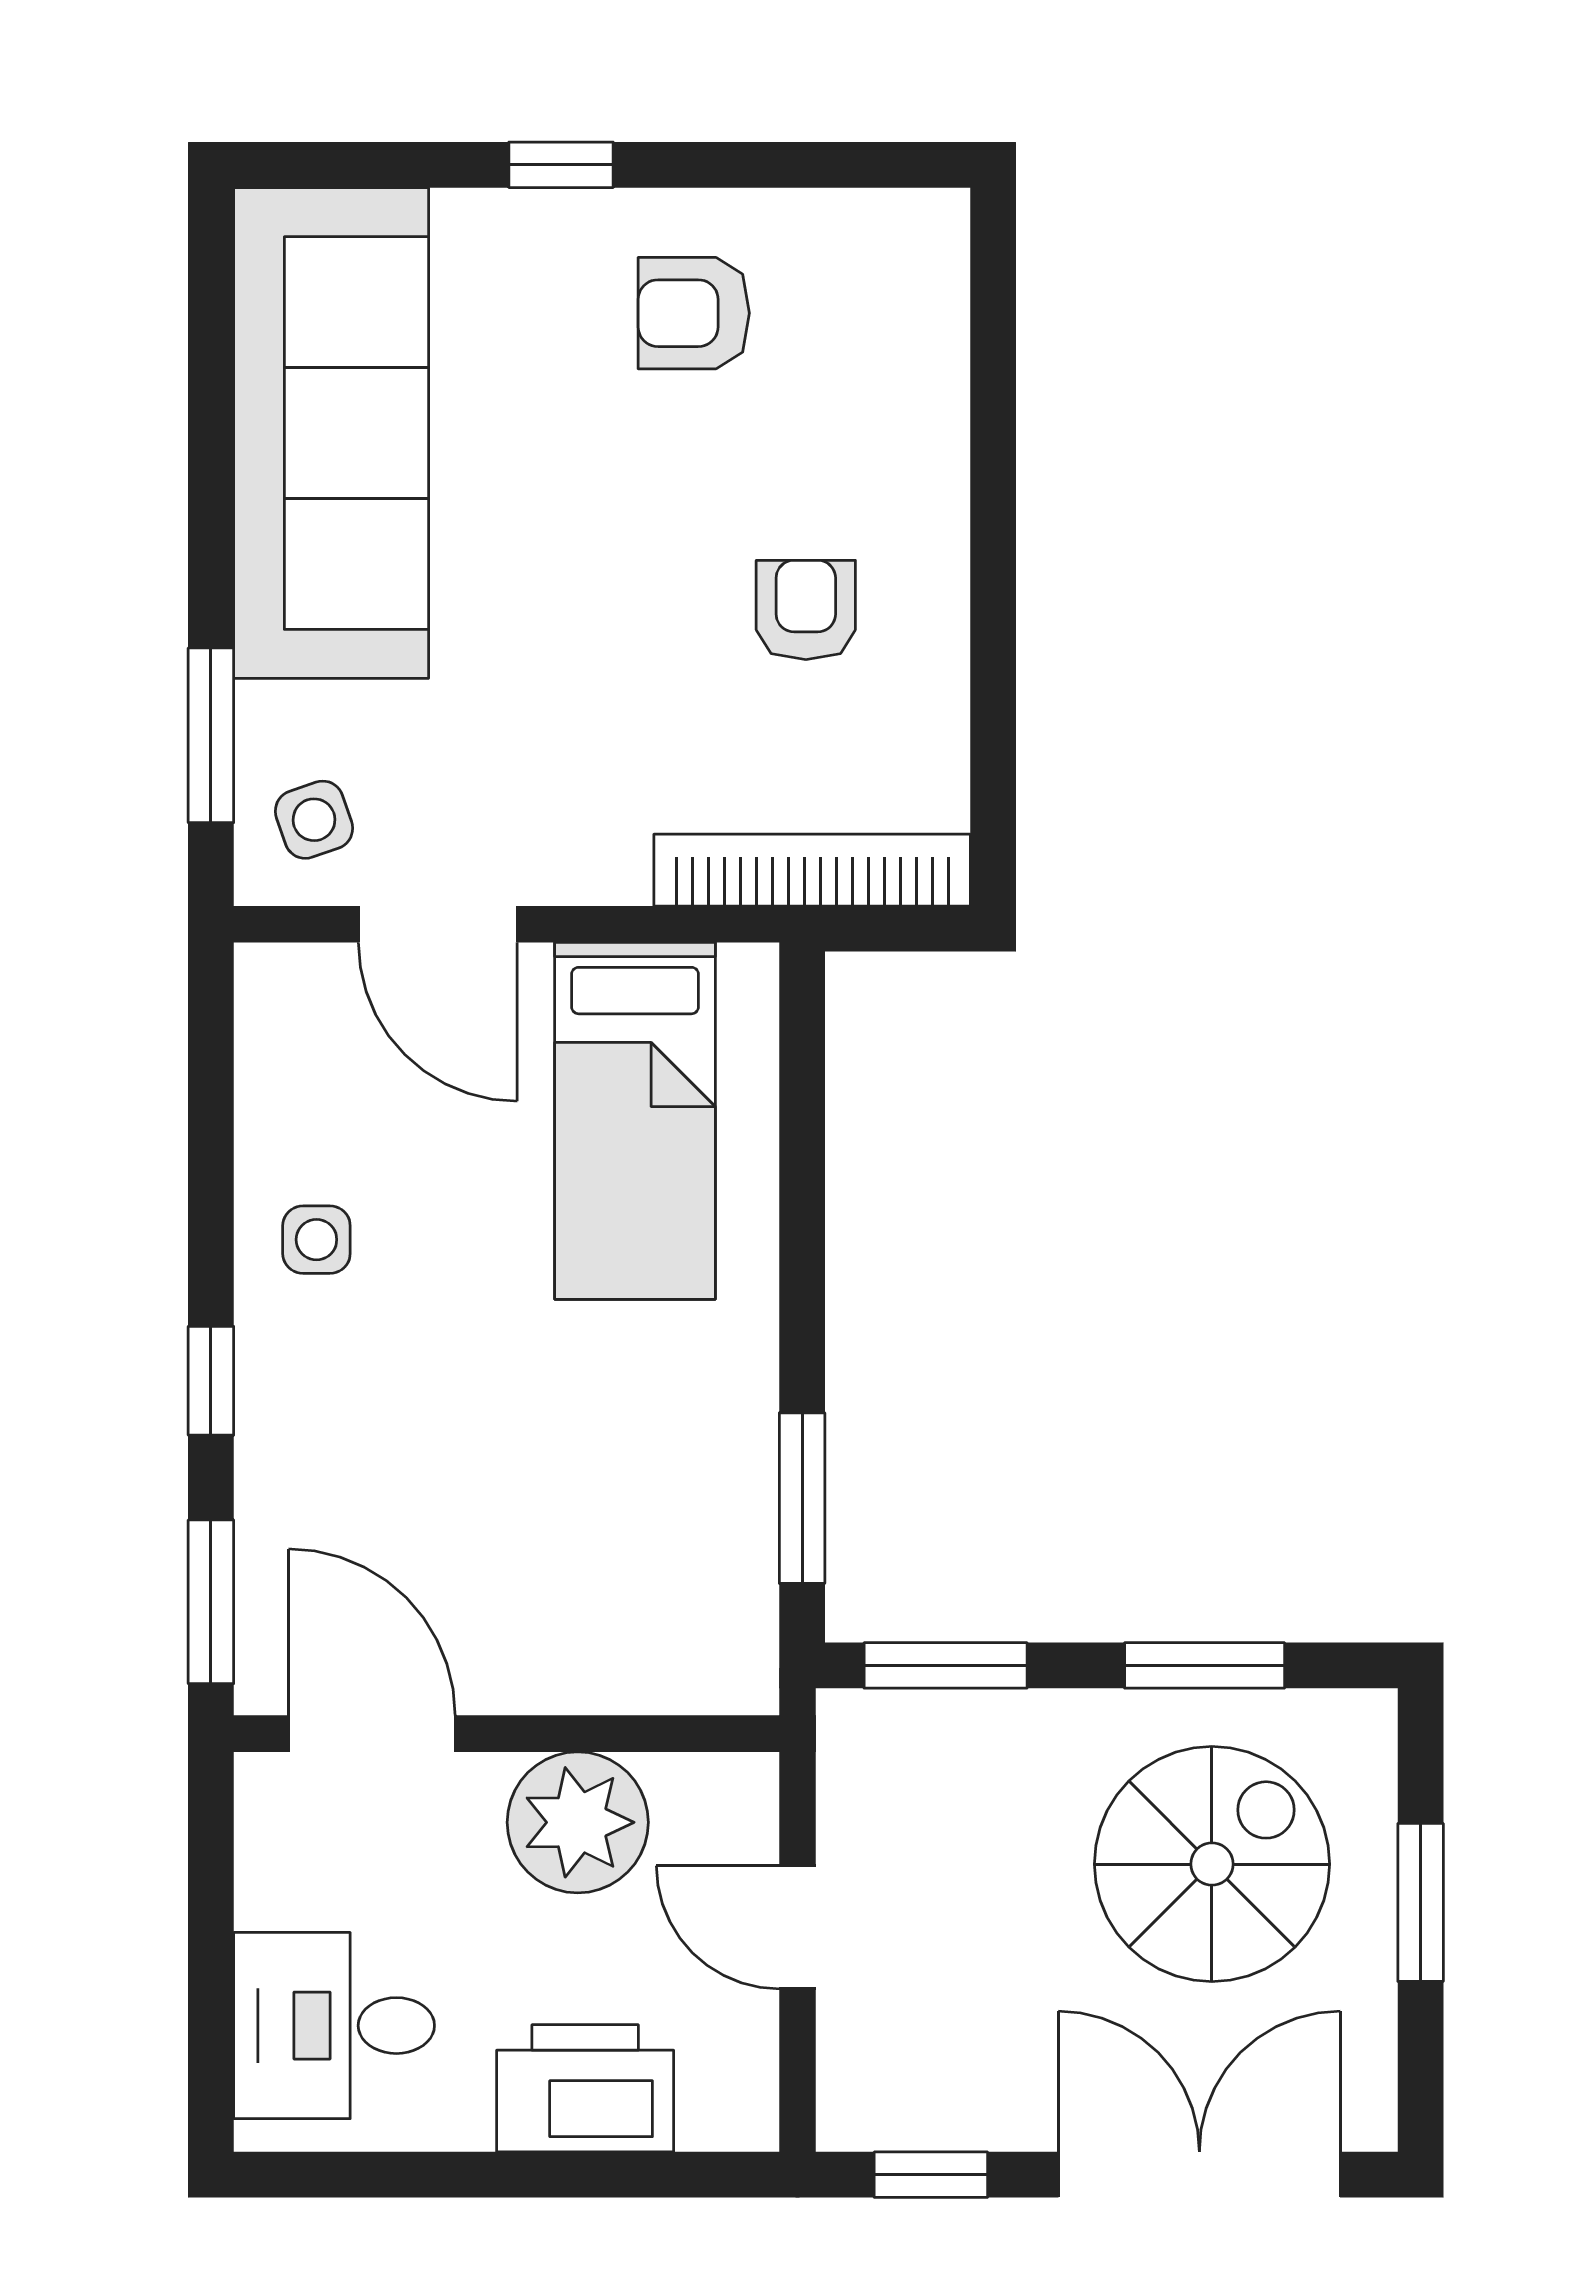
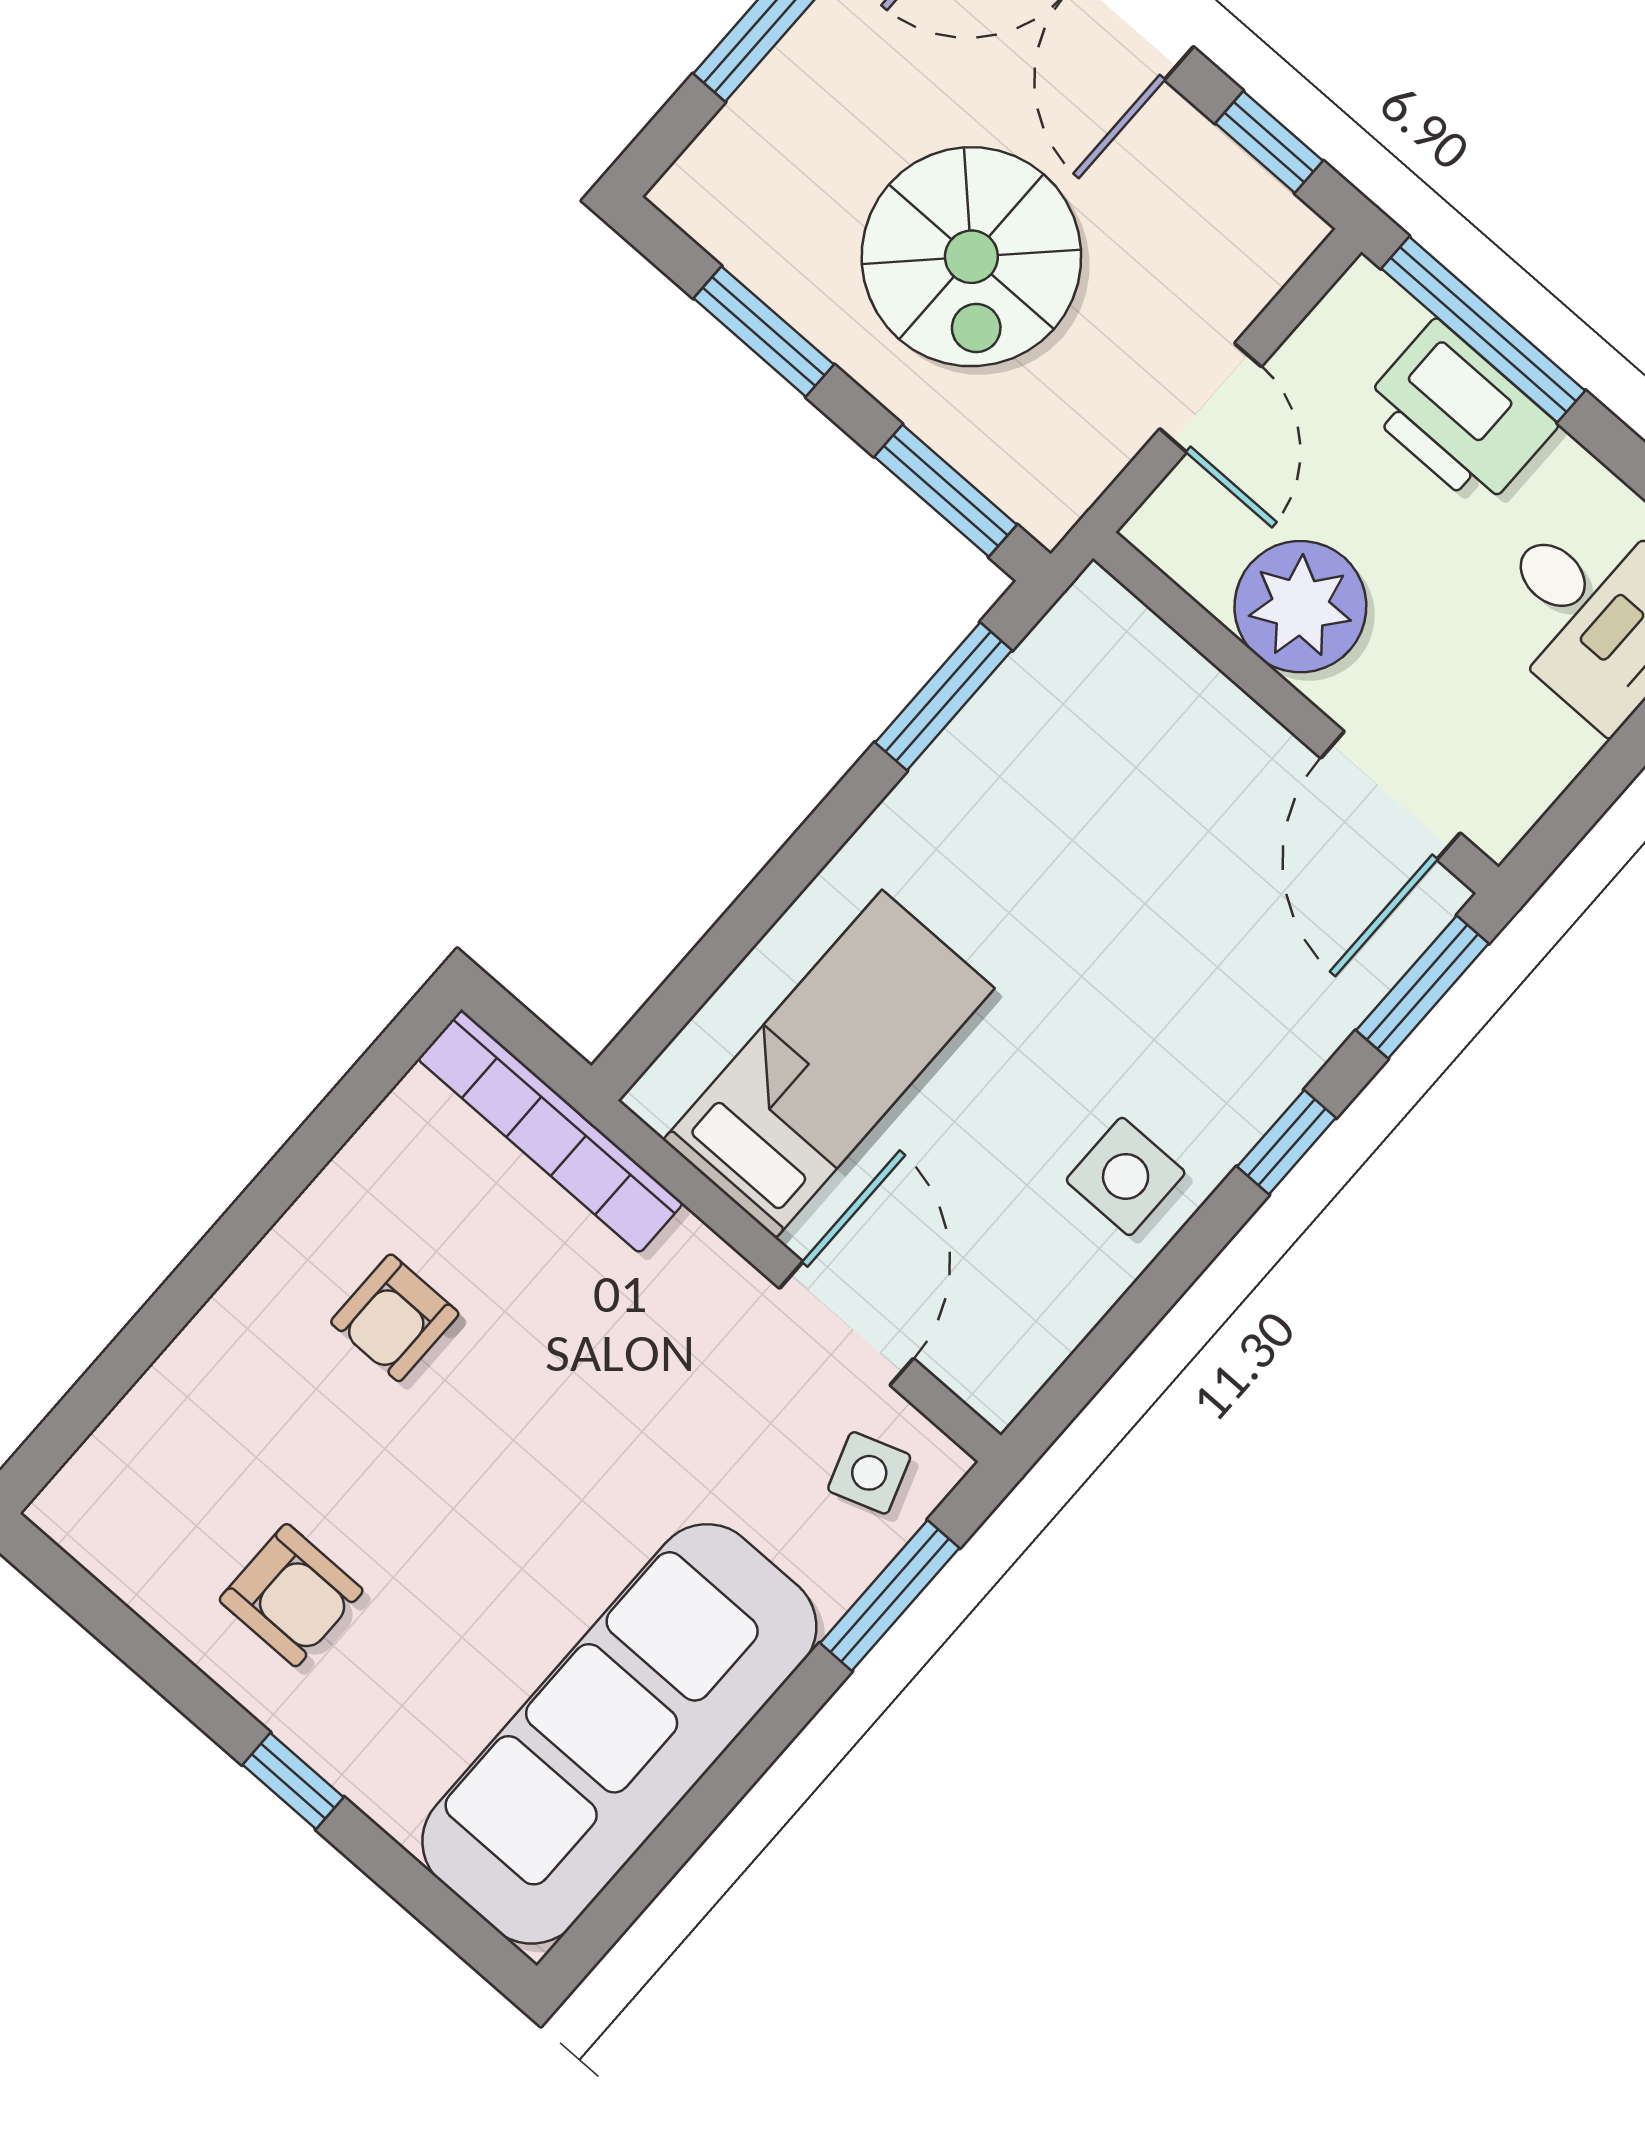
side table: (316, 1240) -> (1126, 1176), width x1.37, depth x1.37
spiral stairs: (1212, 1864) -> (971, 257), moved, turned -90
window: (626, 2175) -> (1483, 330), added

